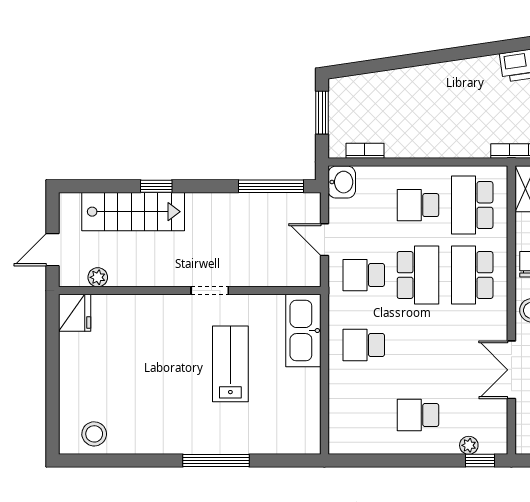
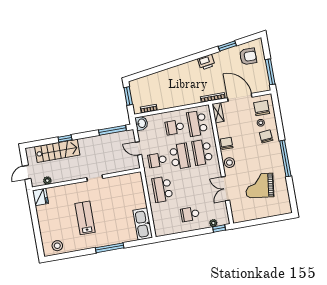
kitchen sink: (303, 331) -> (143, 224), moved
school desk: (364, 345) -> (162, 189), width x1.85
lab bench: (230, 364) -> (85, 218), moved

